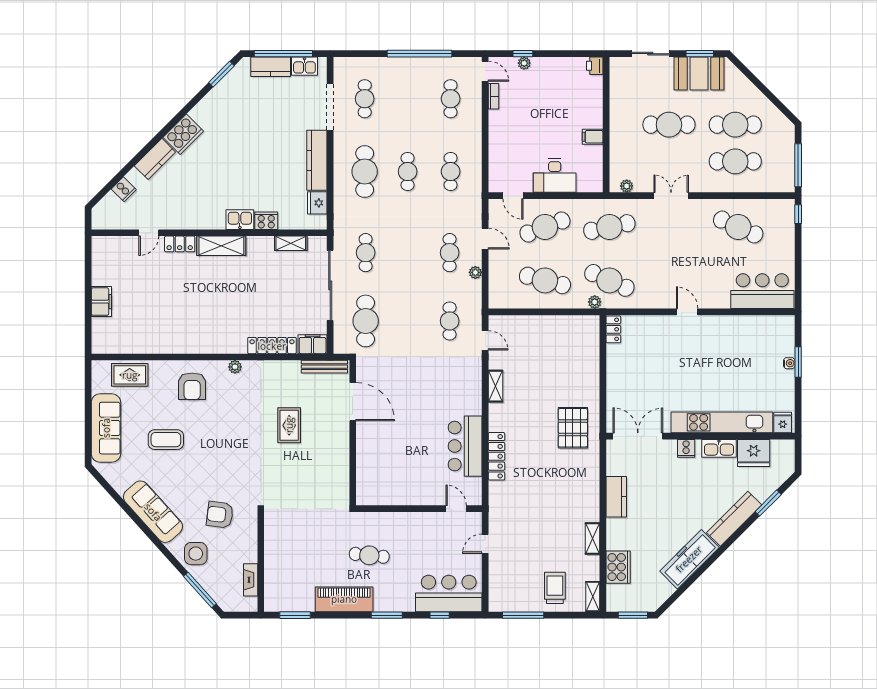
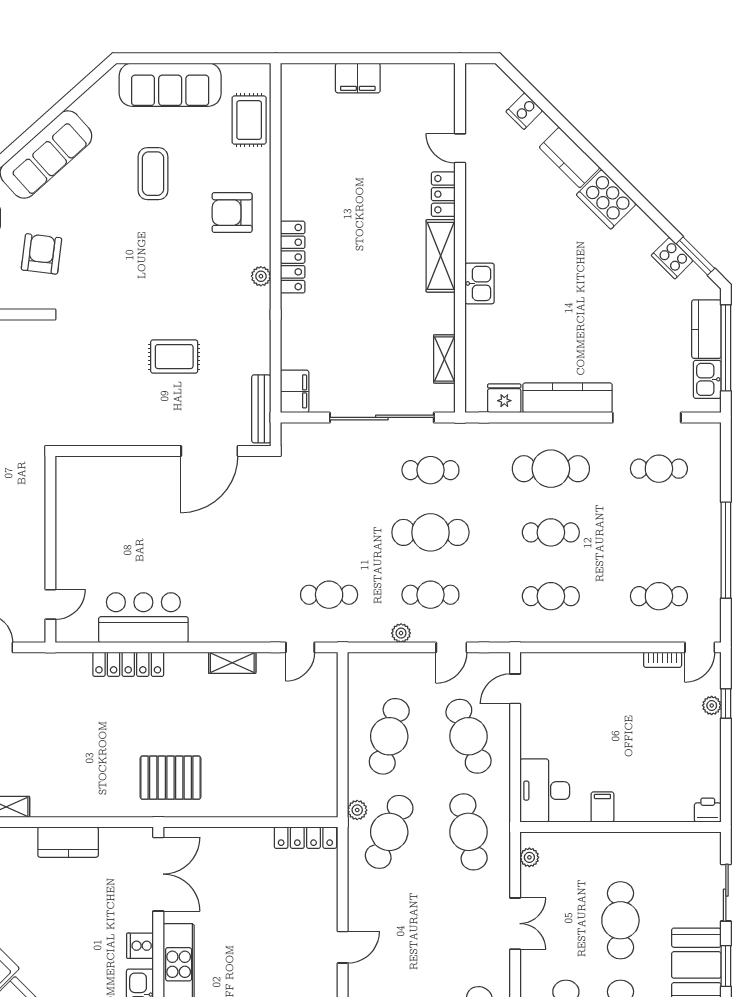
desk: (555, 176) -> (545, 791), moved
cooker: (266, 221) -> (672, 258), moved, turned 135
cafe table: (366, 321) -> (430, 532), moved
locker: (613, 329) -> (305, 838), width x1.53
locker: (272, 346) -> (293, 257), moved

